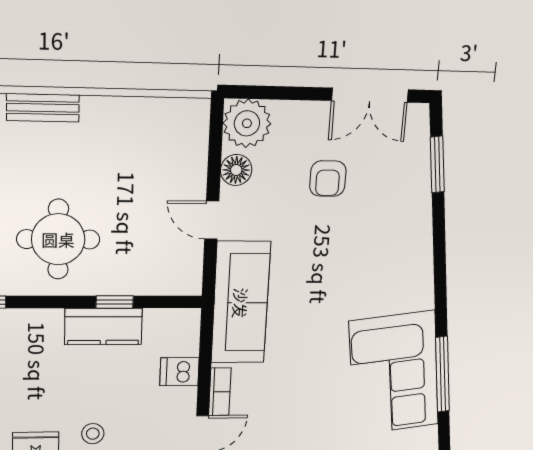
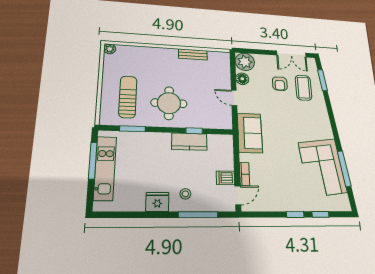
bench: (43, 108) -> (193, 54), moved
coffee table: (385, 187) -> (304, 88), added
sofa: (241, 303) -> (250, 133), width x0.73
dishwasher: (179, 372) -> (225, 178), moved

